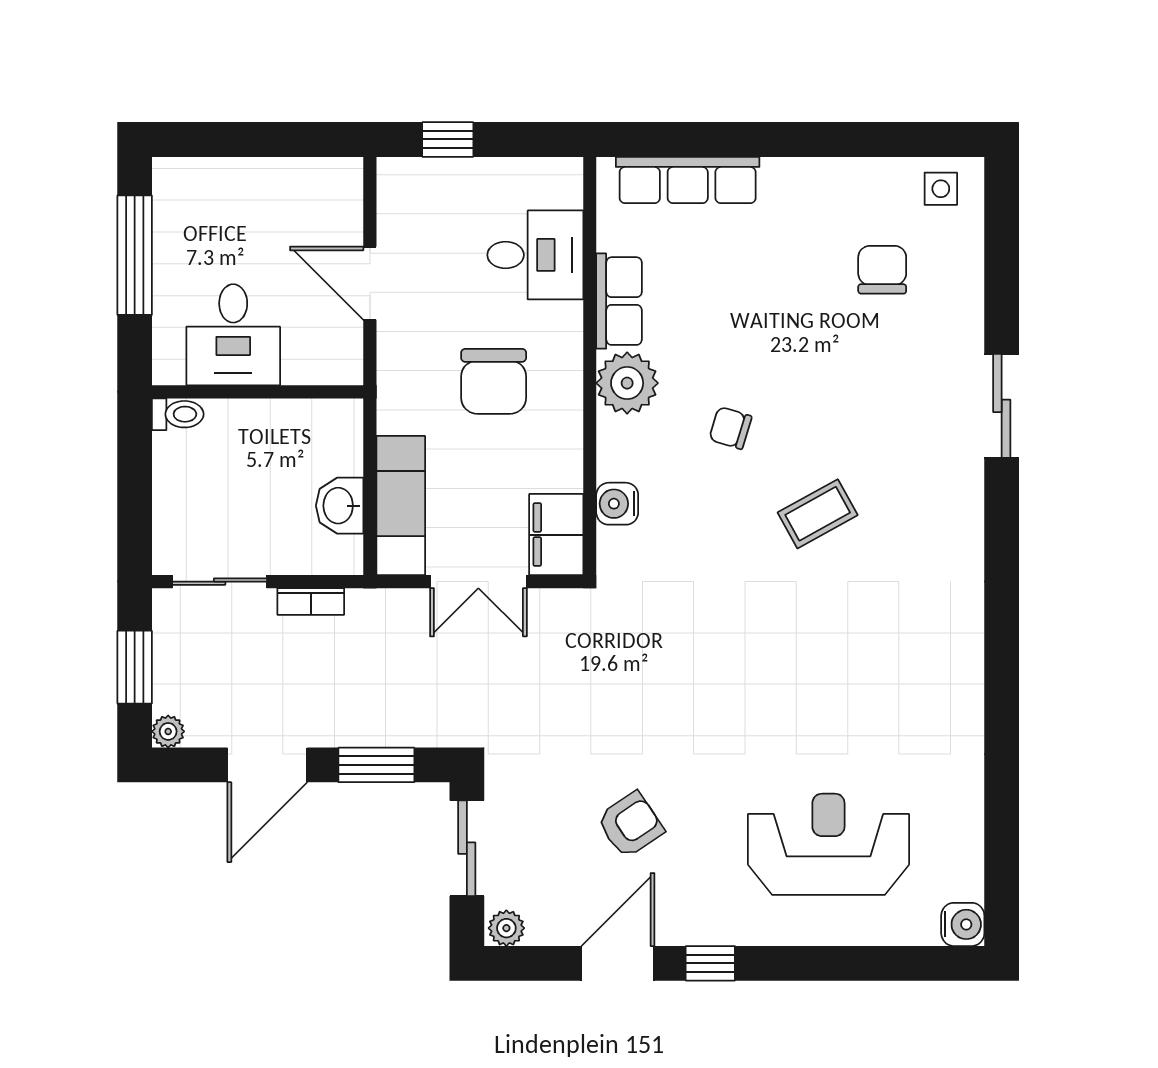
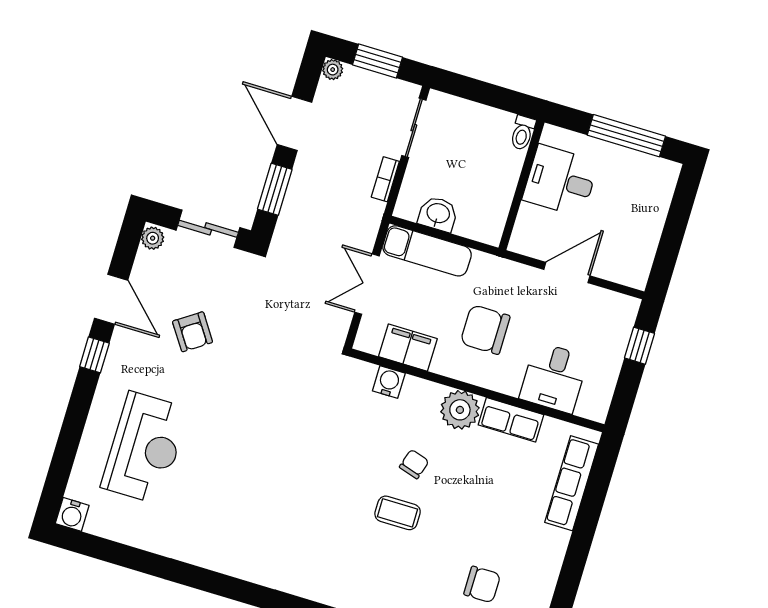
coffee table: (818, 514) -> (398, 513), moved, turned -61
filing cabinet: (556, 535) -> (408, 348), moved

